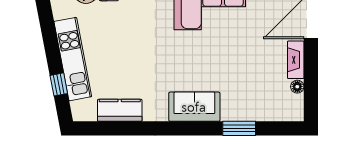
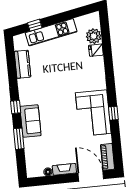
sofa: (194, 107) -> (30, 121), moved
window: (187, 128) -> (16, 107), added

